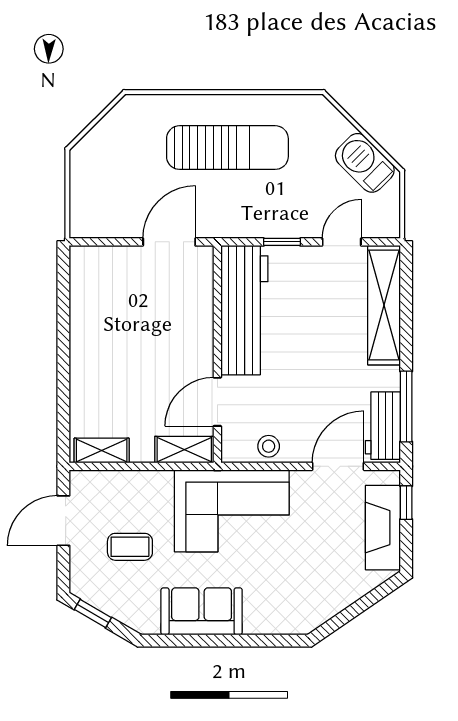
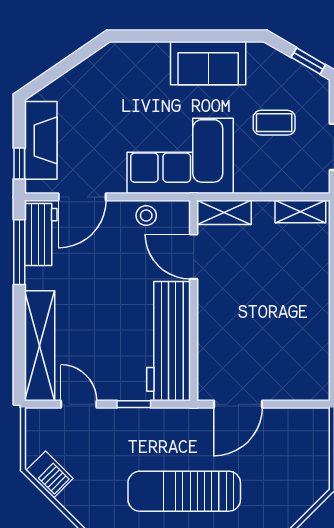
barbecue: (365, 163) -> (50, 474), width x0.73, depth x0.79
door: (342, 242) -> (79, 404), swing flipped
door: (217, 402) -> (194, 257), swing flipped

